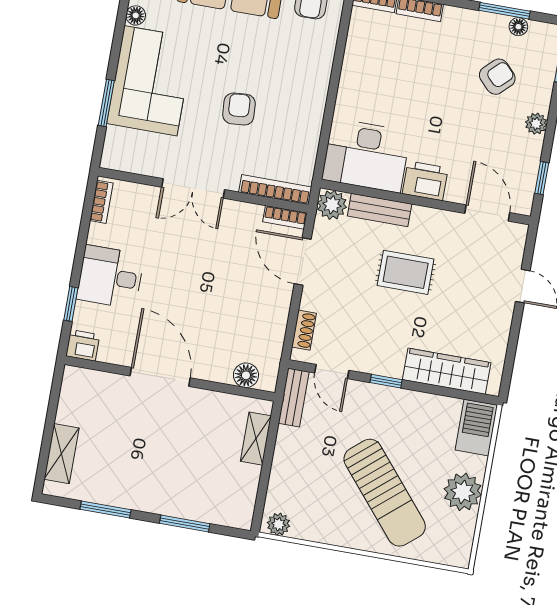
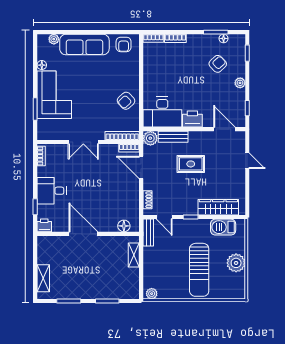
armchair: (239, 109) -> (126, 101), moved, turned -130
barbecue: (476, 428) -> (223, 227), moved, turned -90
sun lounger: (385, 493) -> (199, 270), turned 40

